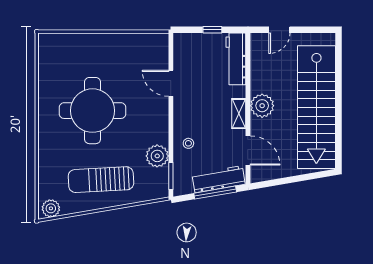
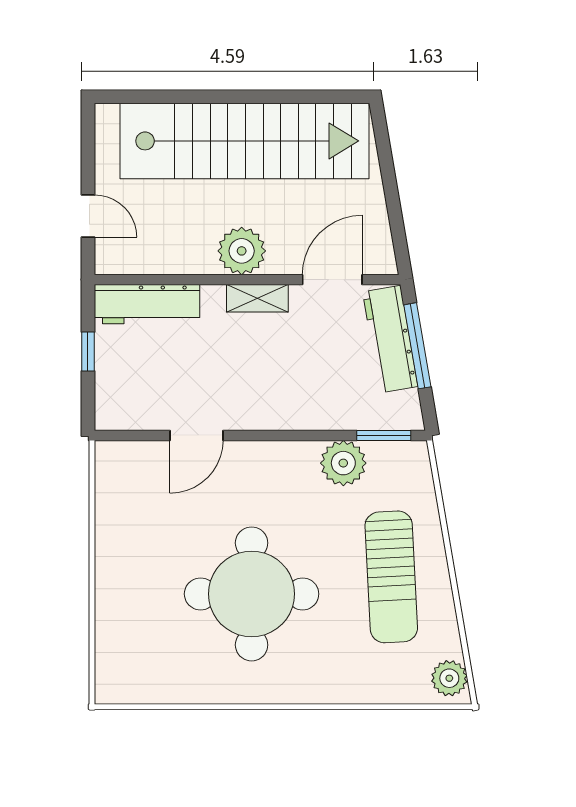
stool: (188, 143) -> (318, 400), removed

